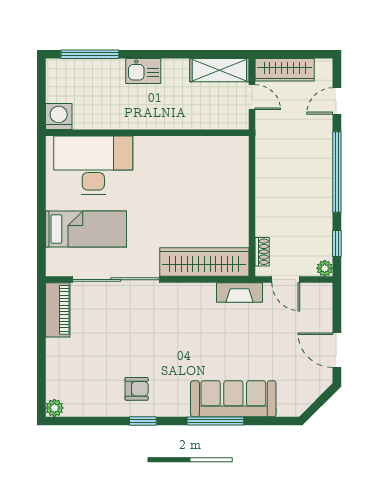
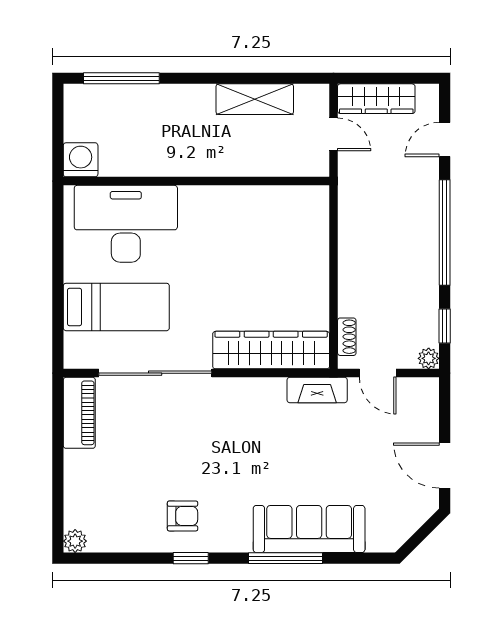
shelving: (219, 70) -> (255, 99), moved
kitchen sink: (143, 71) -> (191, 100), removed

